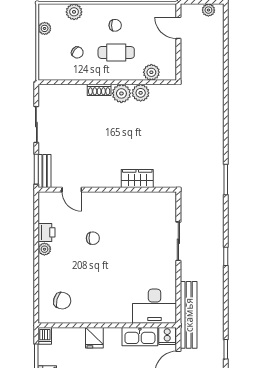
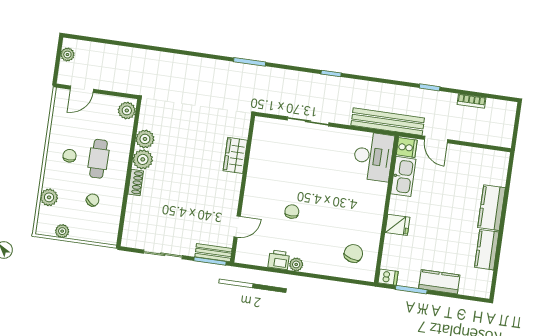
plant: (151, 72) -> (127, 110), moved

